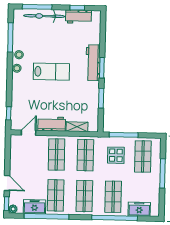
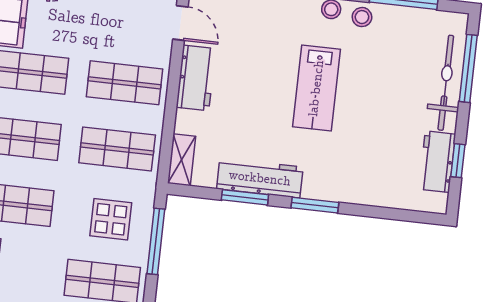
workbench: (93, 63) -> (260, 178), moved
shelving: (77, 127) -> (182, 160), moved

